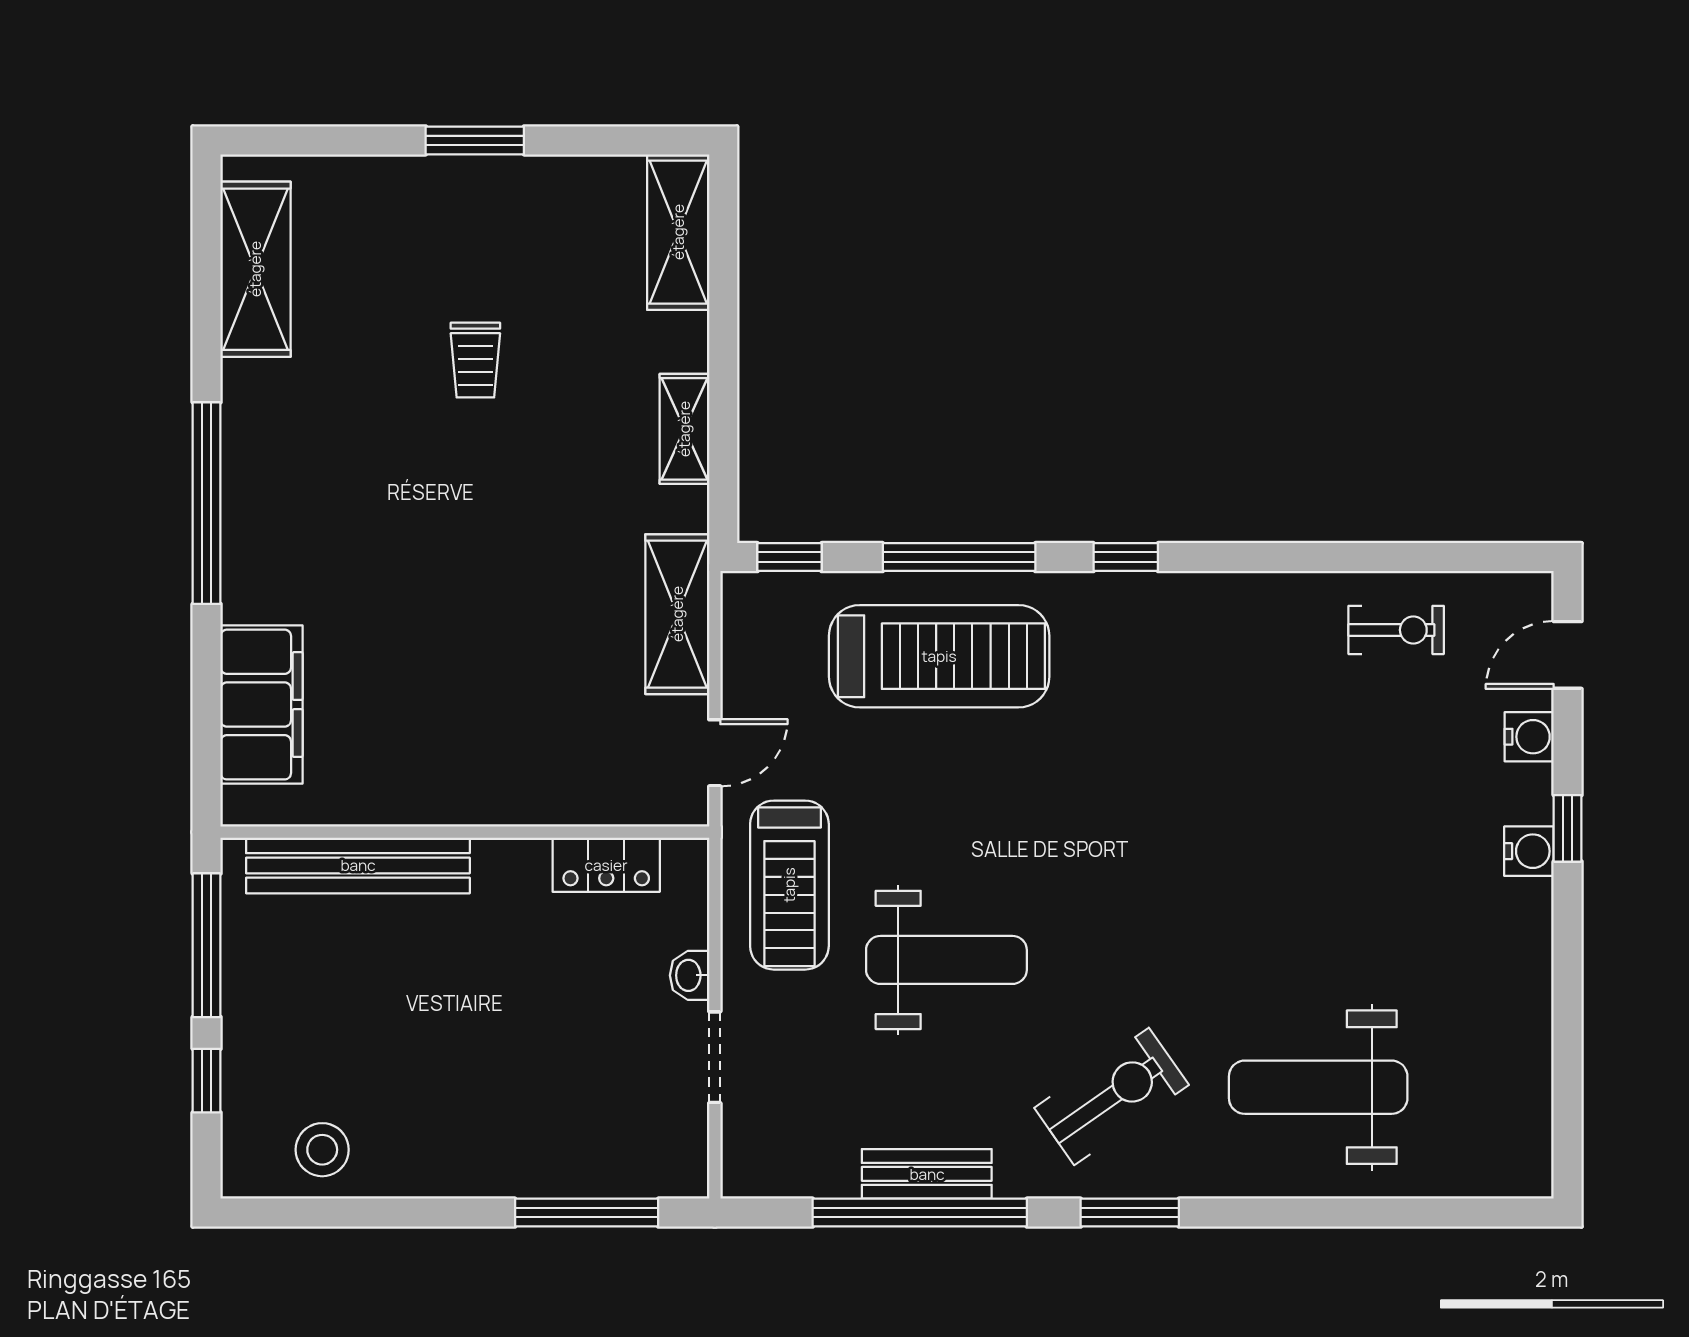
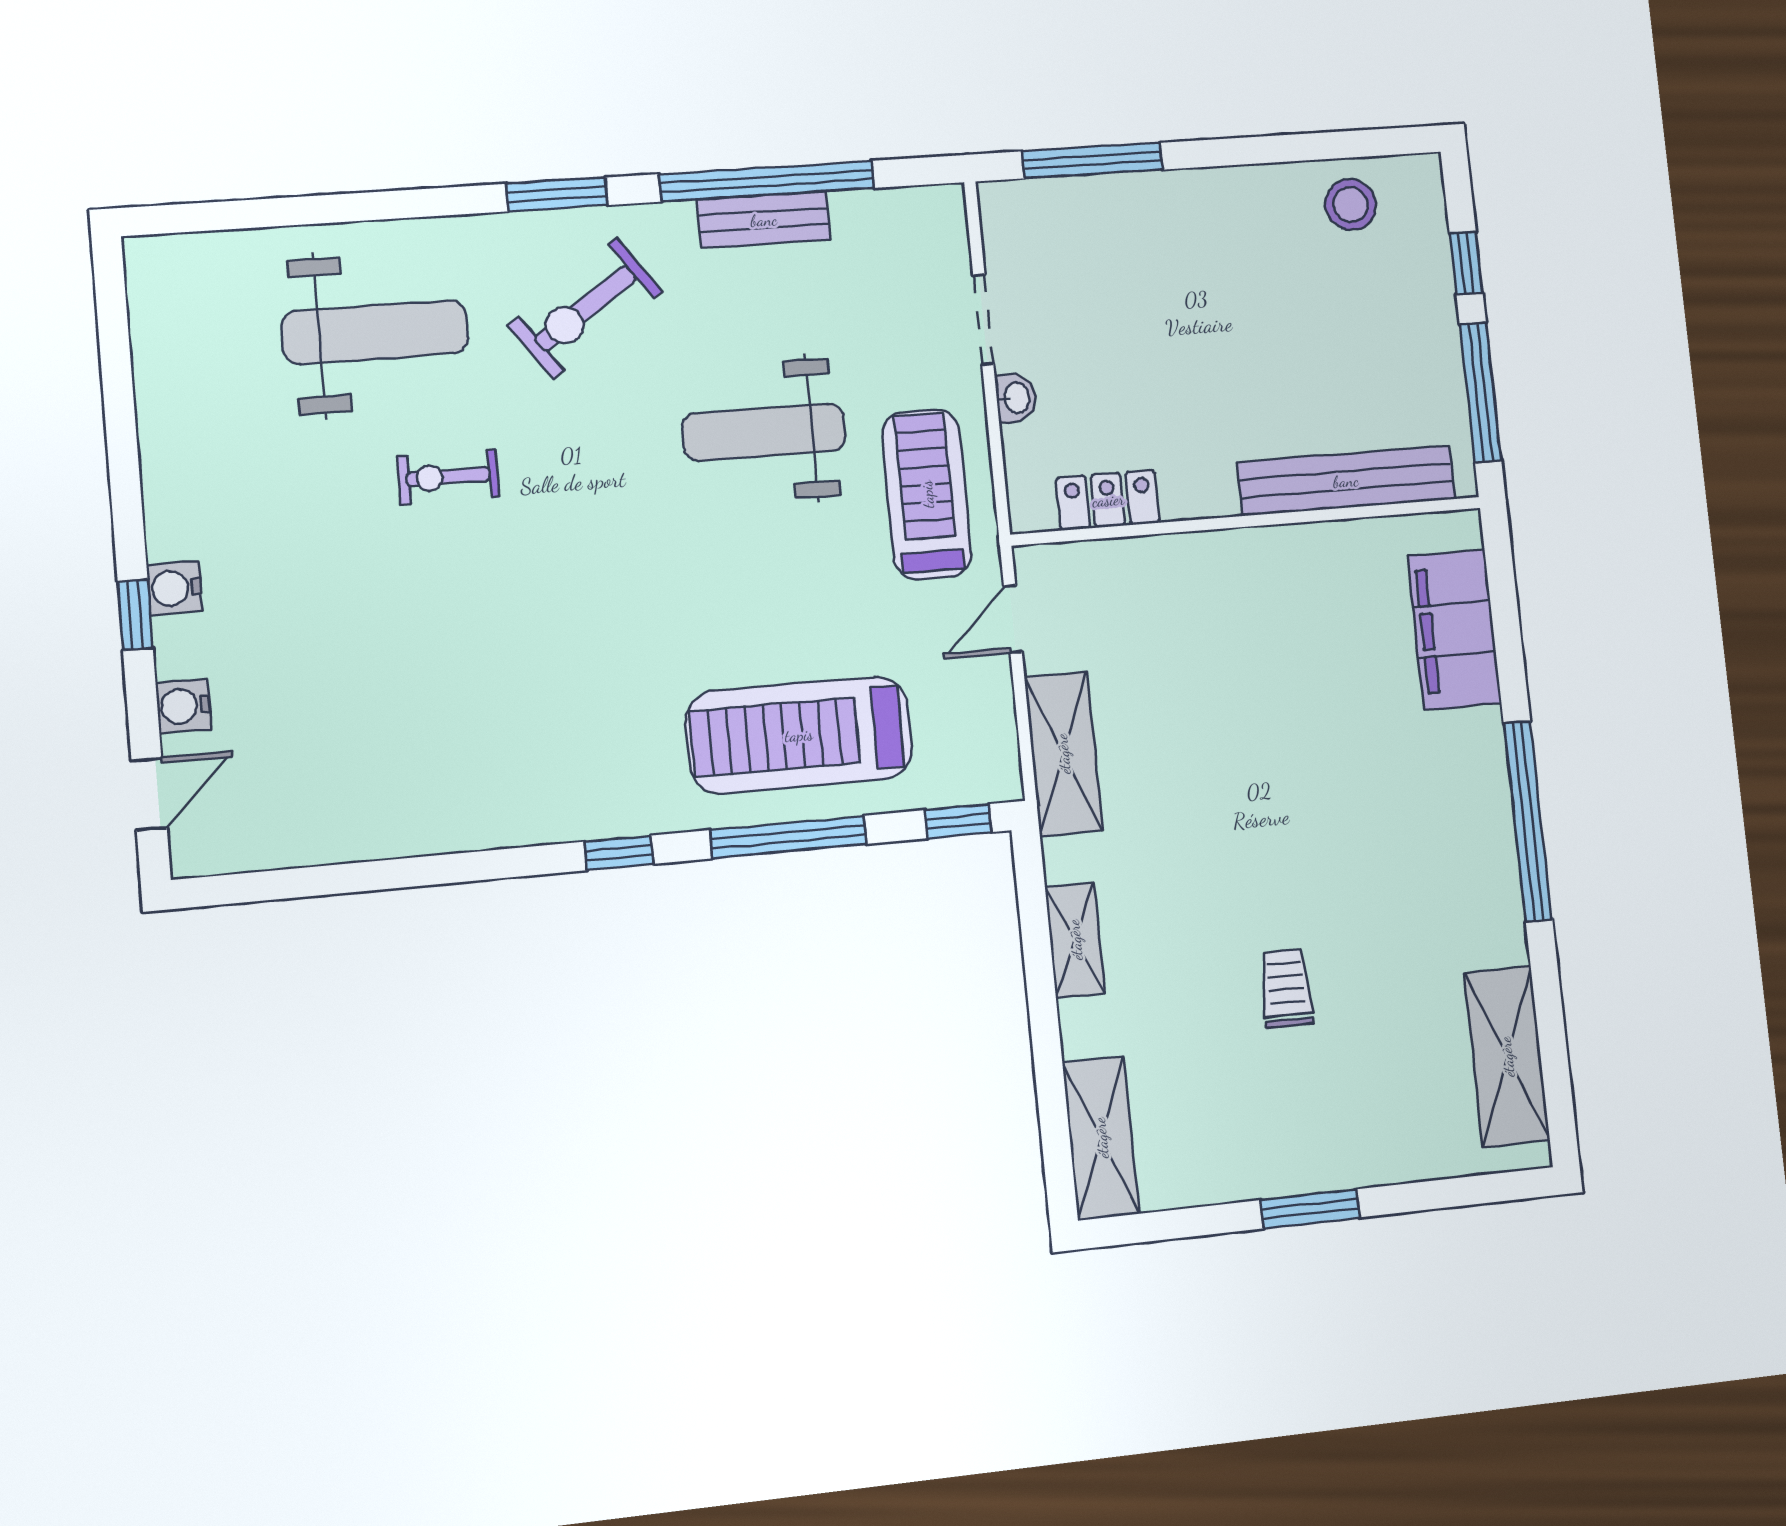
exercise bike: (1396, 630) -> (448, 477), moved

